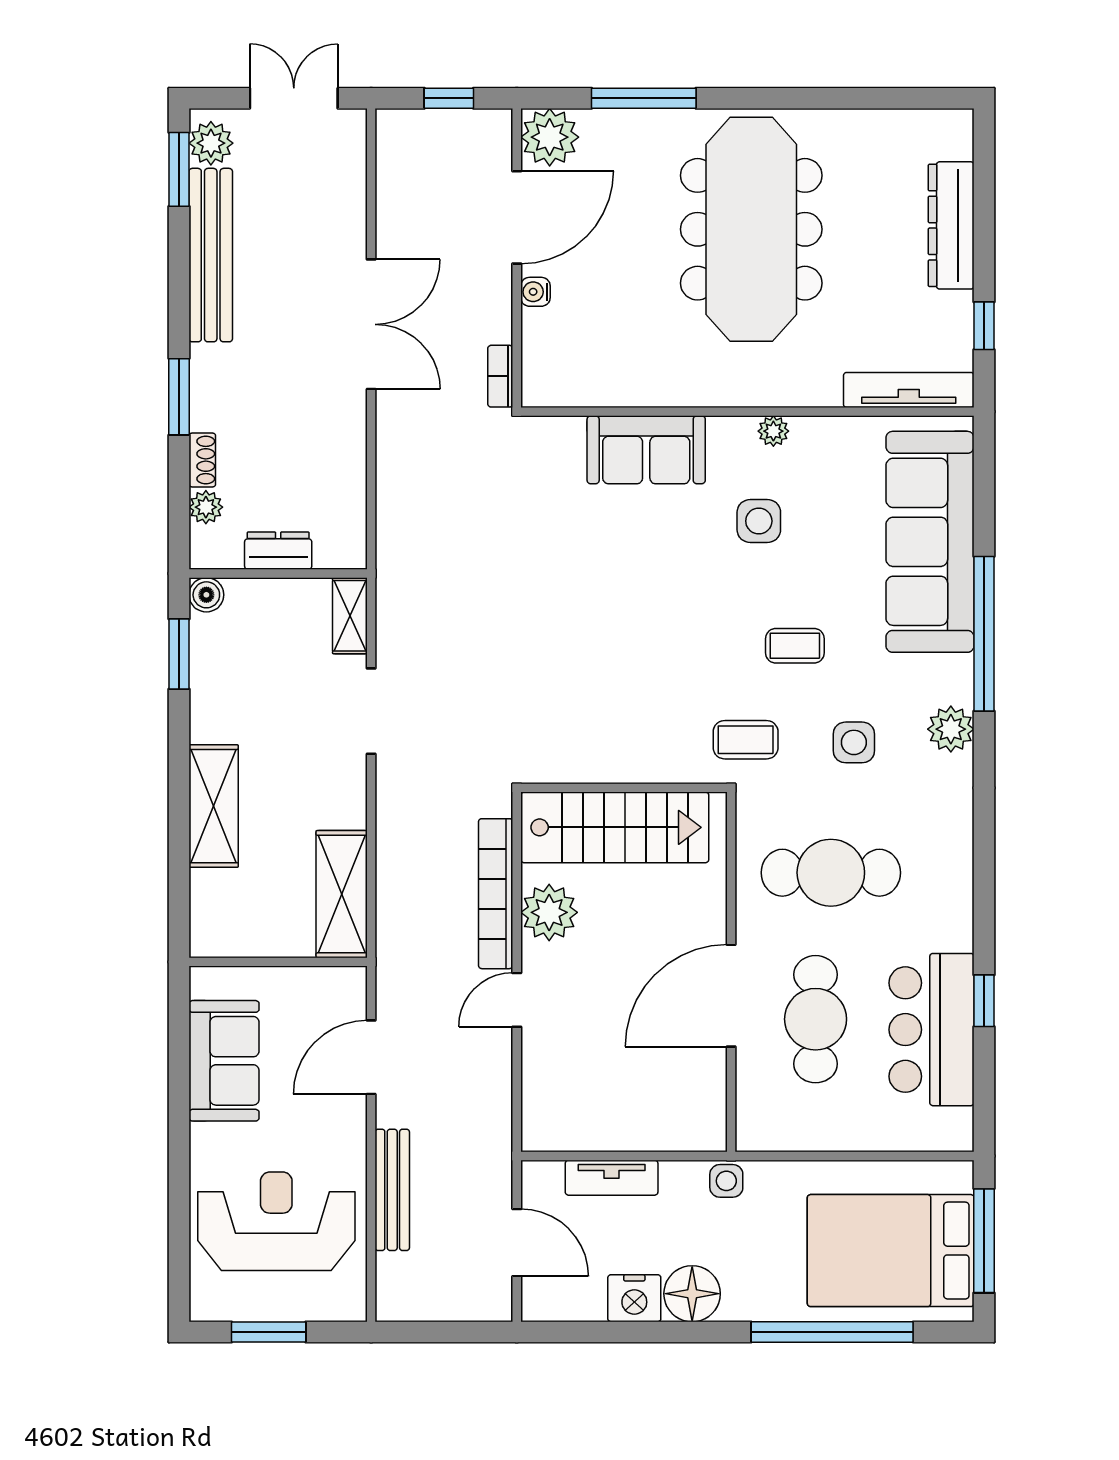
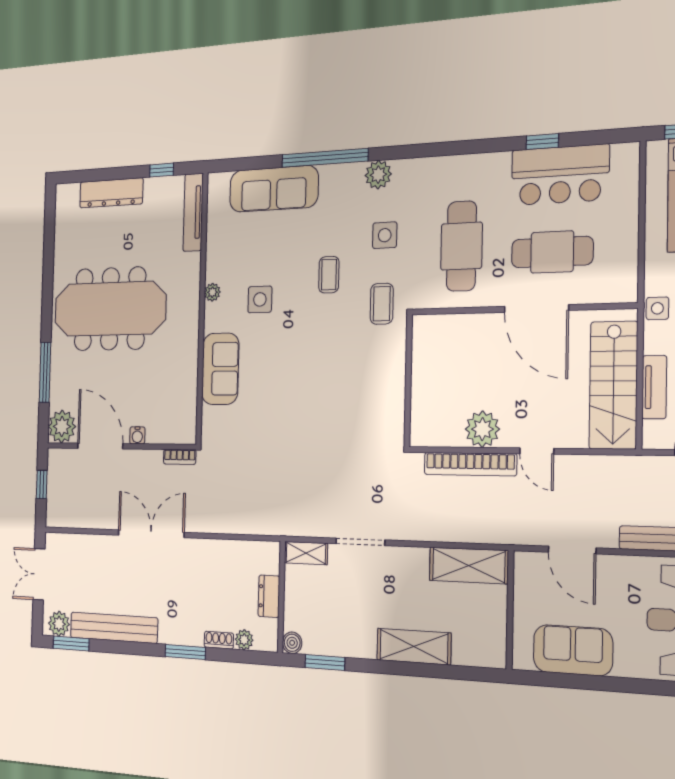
sofa: (930, 542) -> (274, 189), width x0.74, depth x0.79
stairs: (615, 827) -> (613, 385), moved, turned 180

